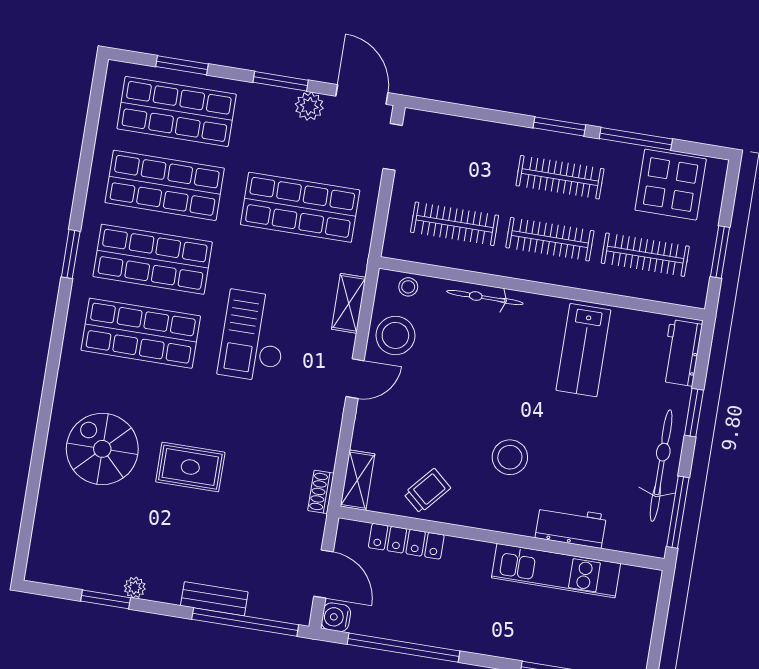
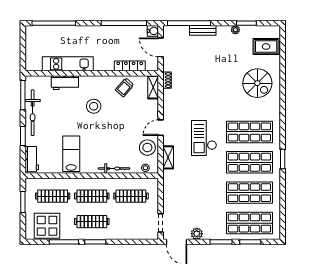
window: (281, 81) -> (221, 242), moved
shop shelf: (300, 207) -> (194, 193), removed
checkout: (254, 336) -> (204, 138), turned 180
rug: (190, 467) -> (266, 47), moved

